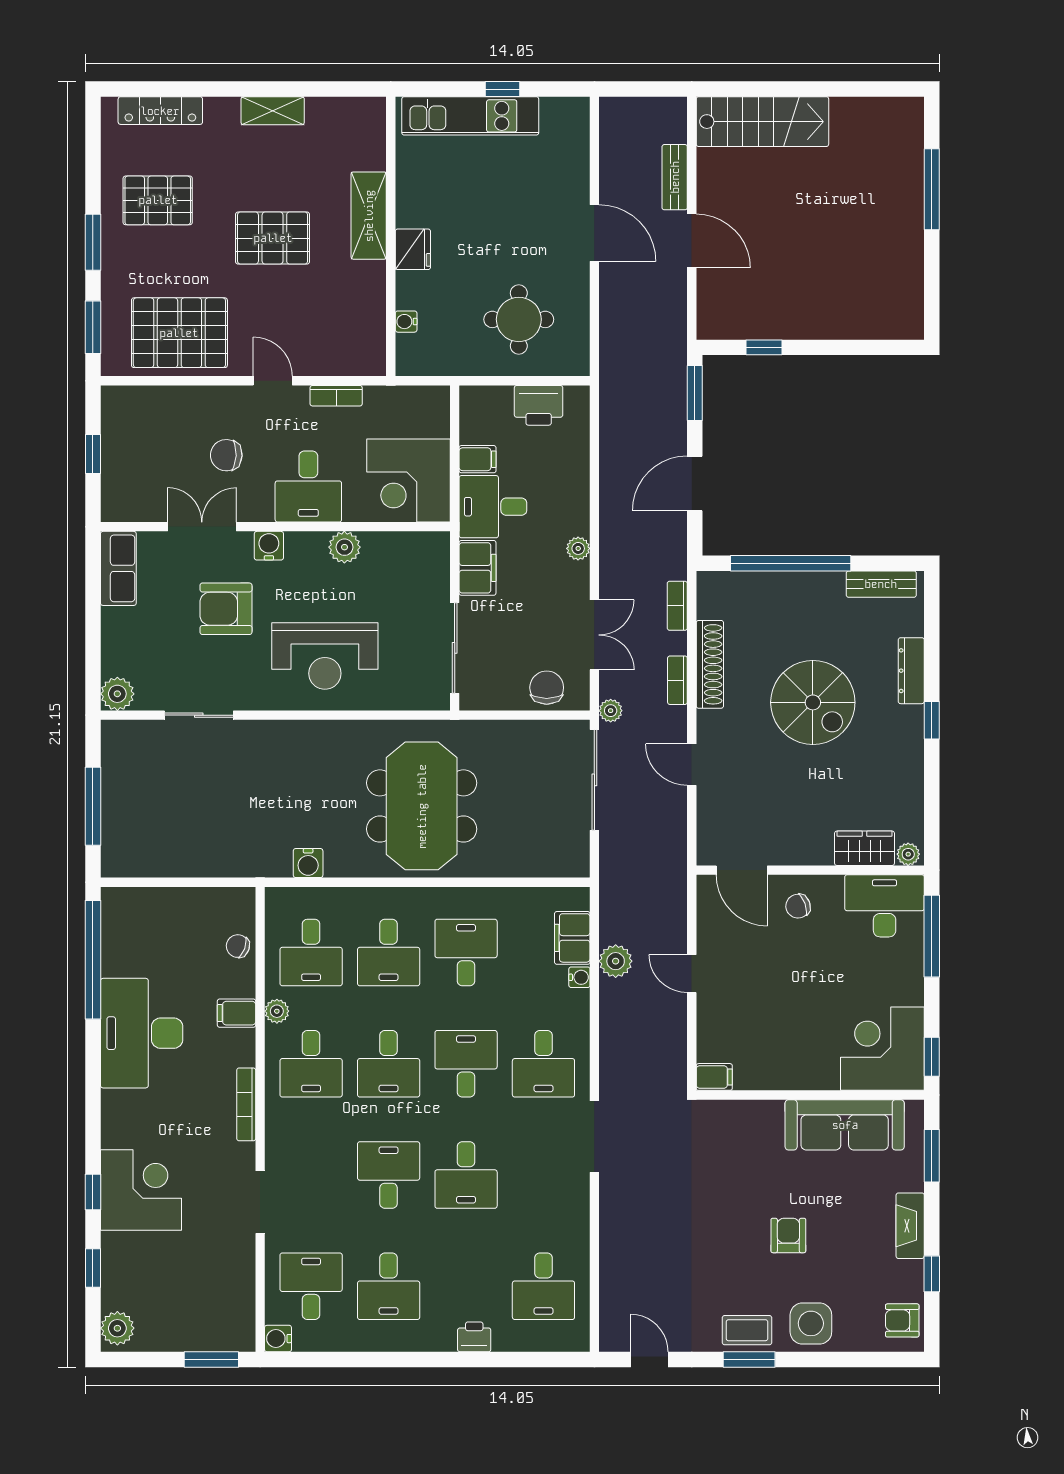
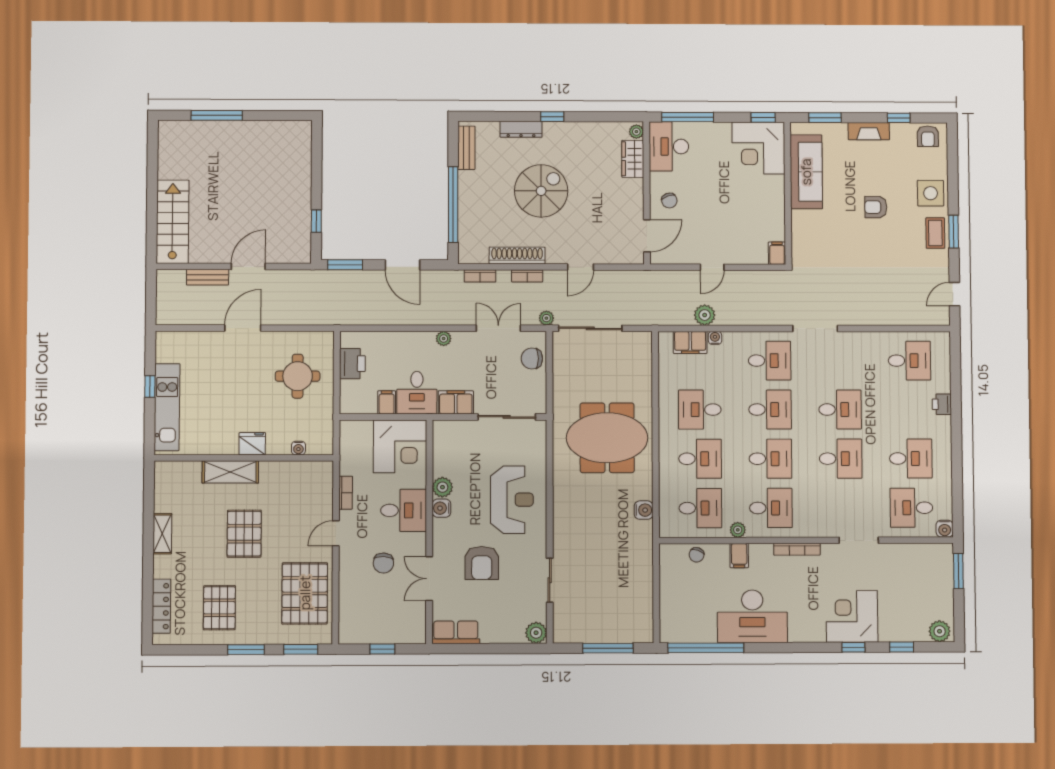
water cooler: (269, 546) -> (441, 508), moved
desk: (466, 1064) -> (770, 410), turned 180
desk: (389, 1175) -> (841, 459), turned 180

